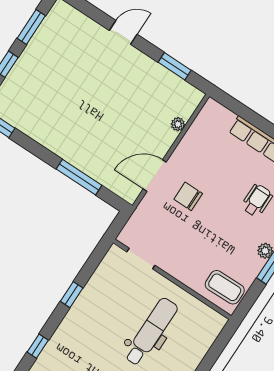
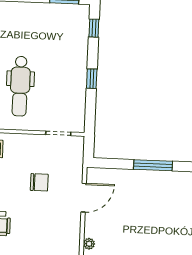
window: (79, 177) -> (153, 165), moved
chair: (188, 196) -> (39, 182), moved

